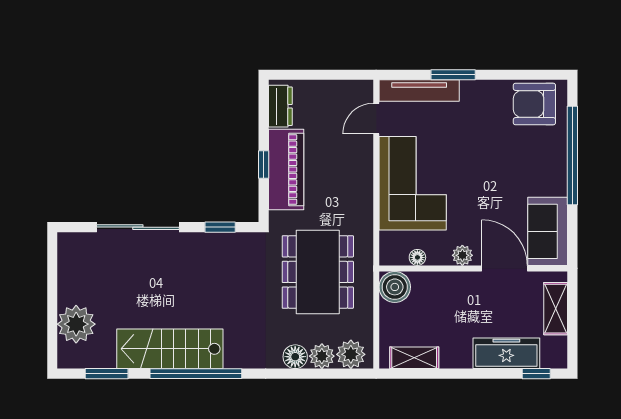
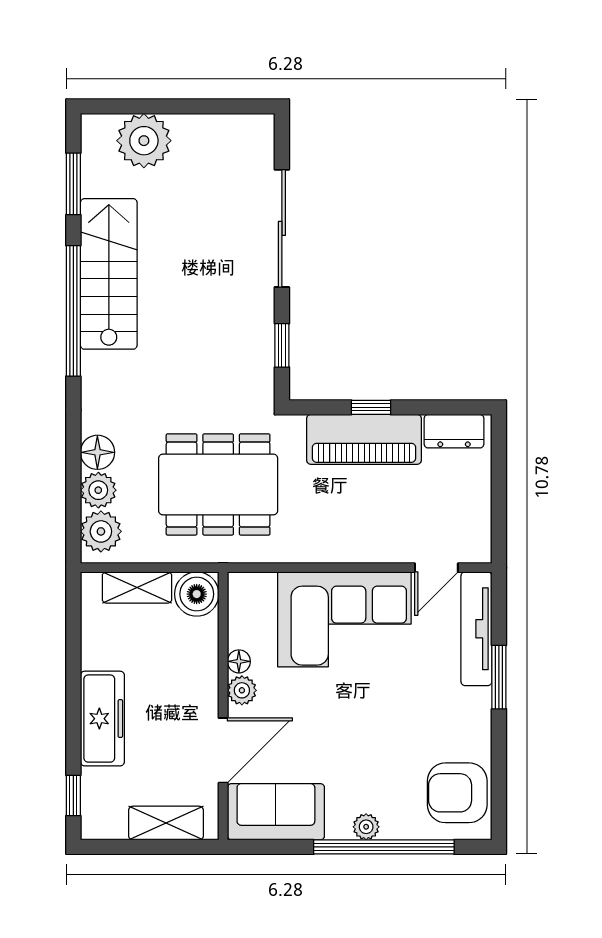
armchair: (534, 104) -> (457, 793), turned -90
door: (376, 119) -> (436, 568), swing flipped
plant: (558, 168) -> (366, 827), added
floor lamp: (417, 257) -> (239, 661), moved
freezer: (506, 353) -> (102, 719), moved
shelving: (414, 358) -> (137, 587), moved, turned 90

